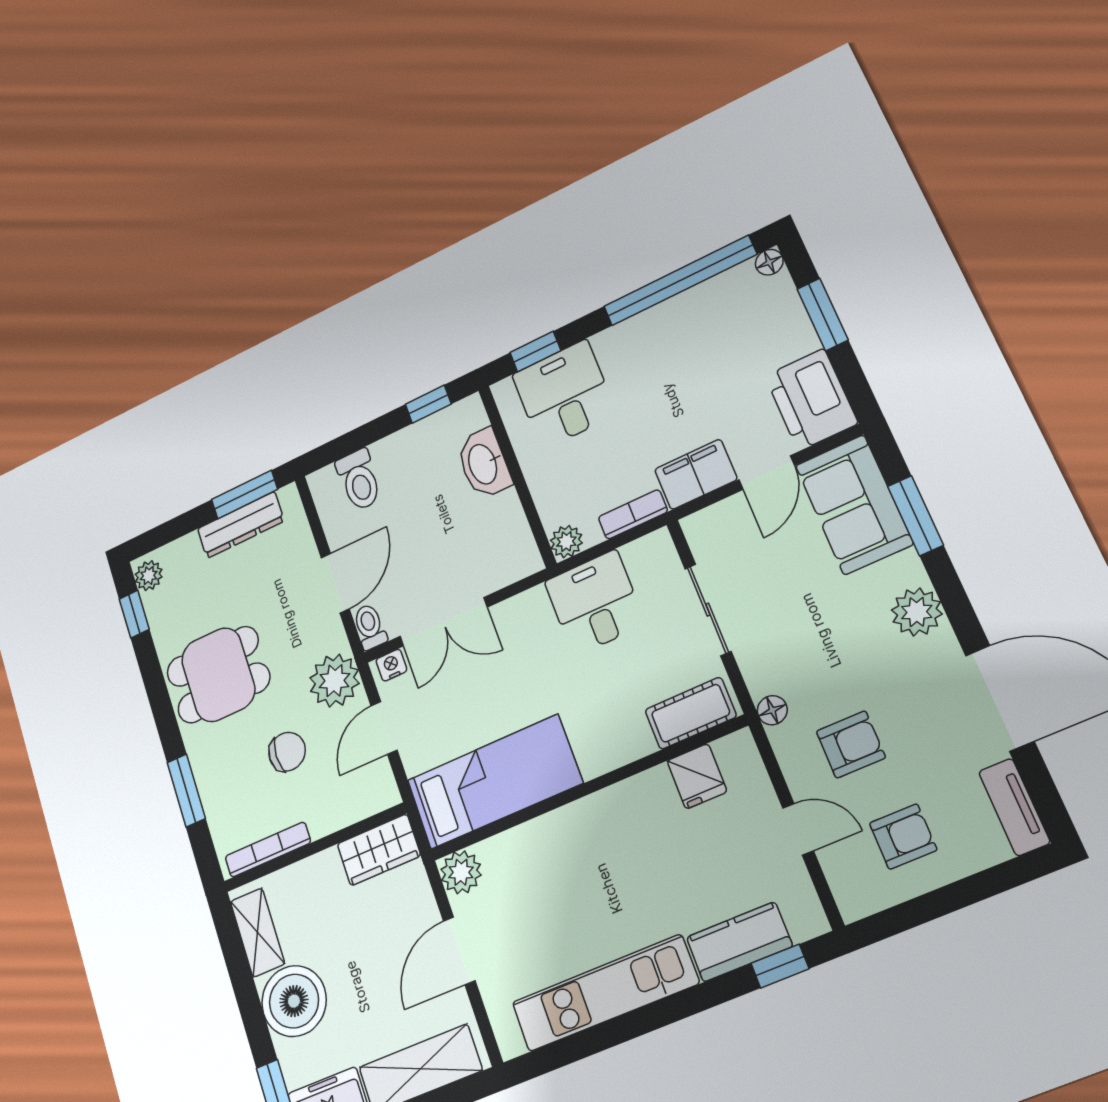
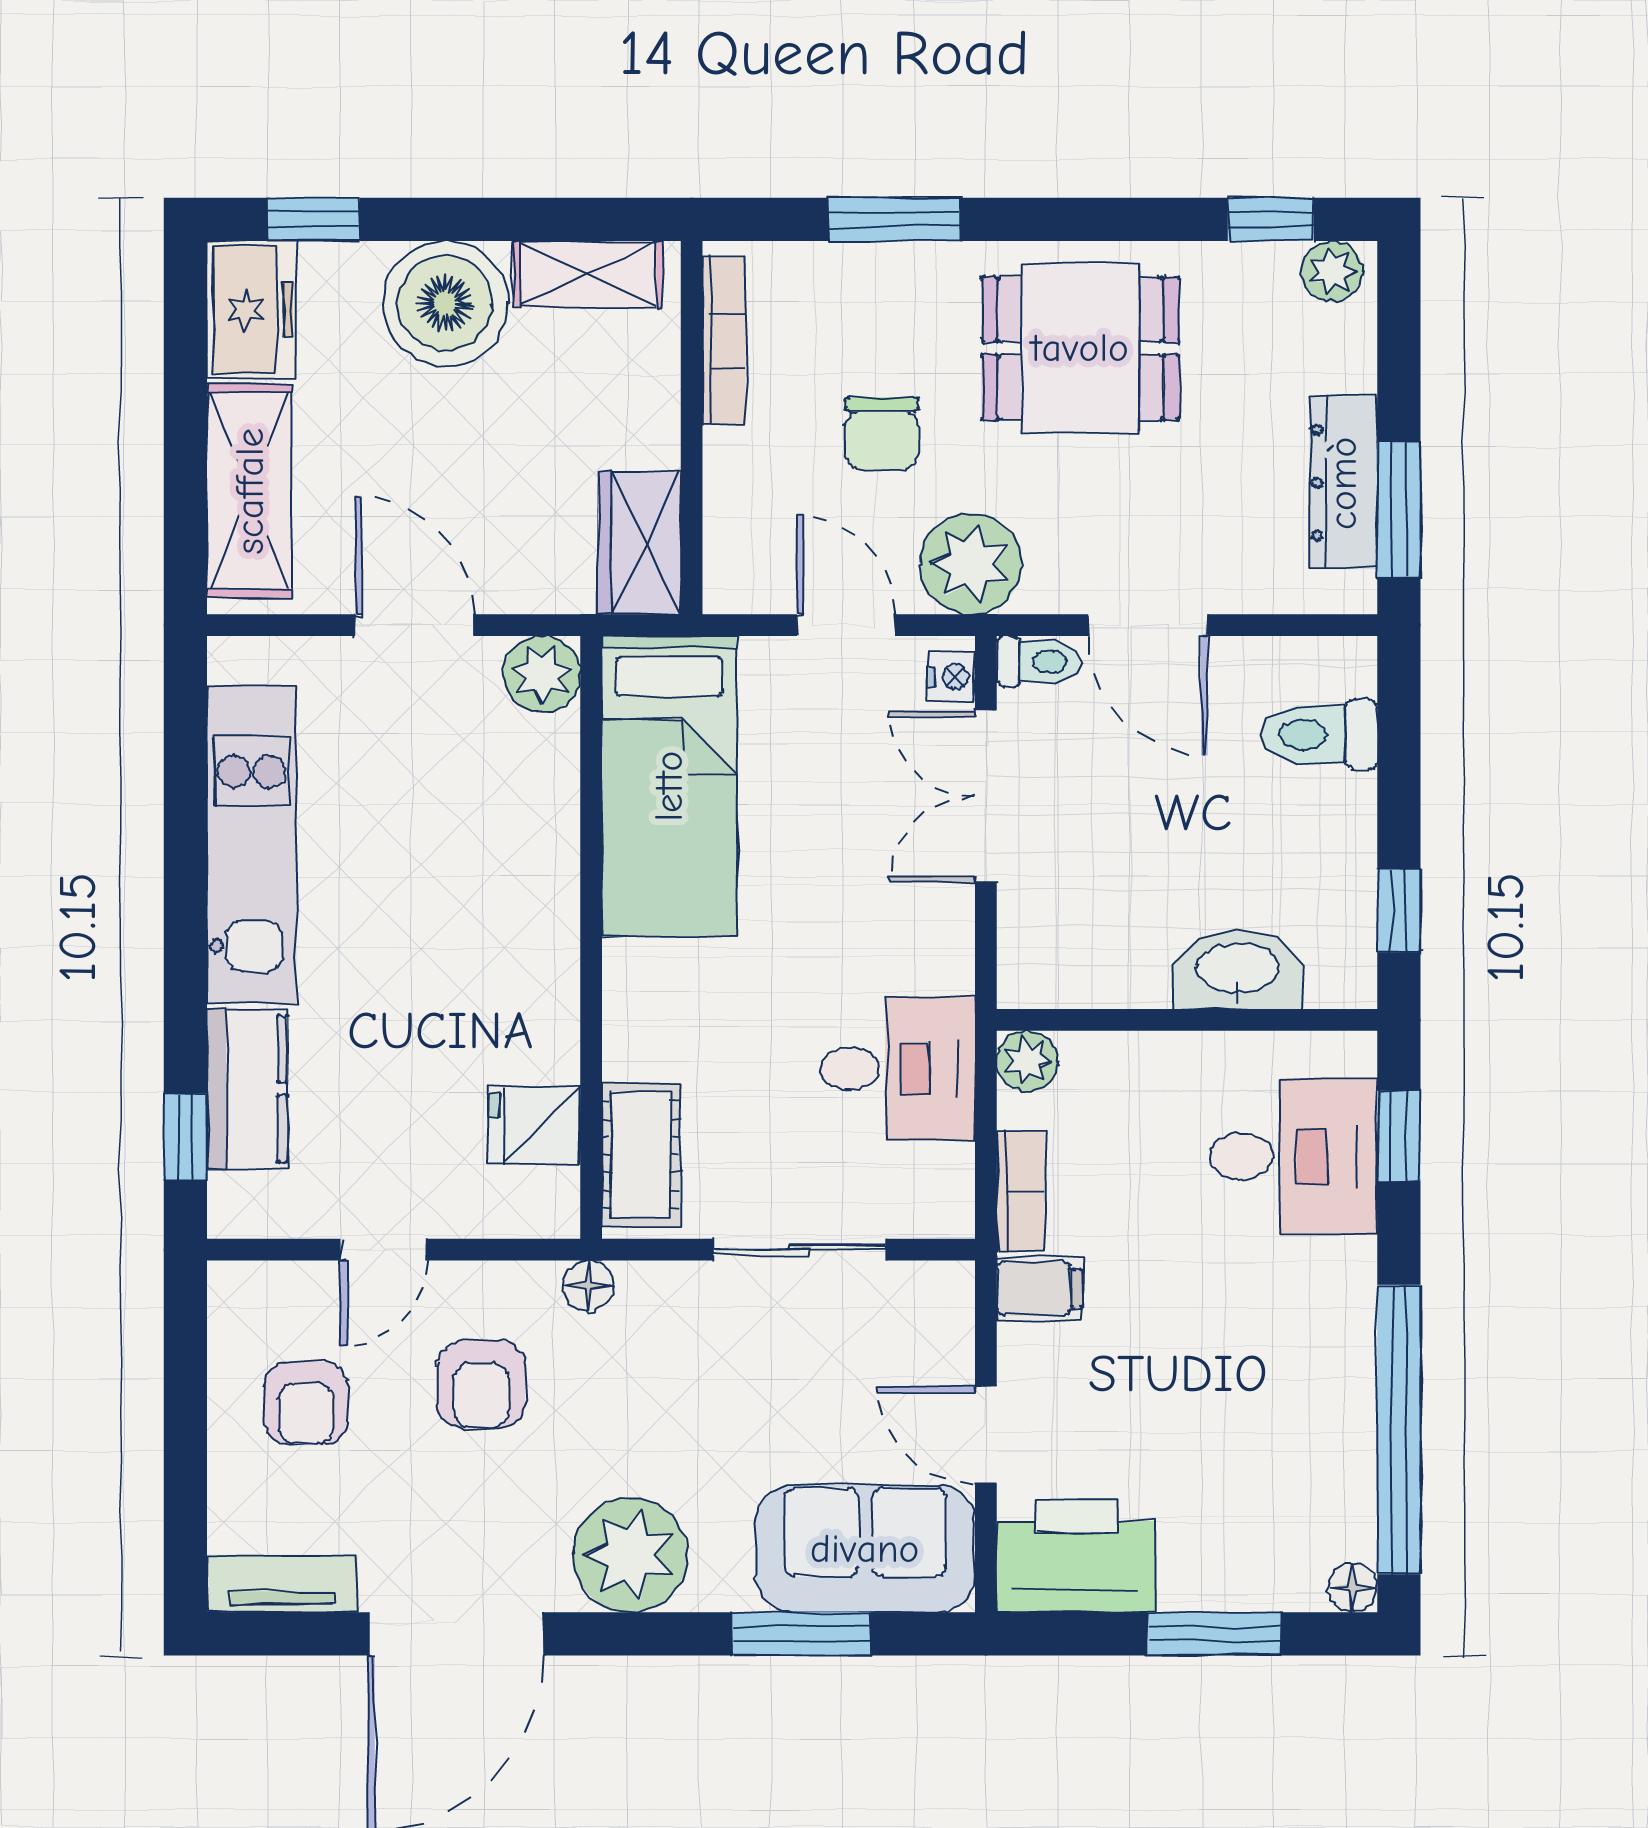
filing cabinet: (696, 474) -> (1040, 1289), width x0.50
plant: (917, 612) -> (630, 1555), width x1.36, depth x1.36
dining table: (218, 675) -> (1080, 348), turned 90

